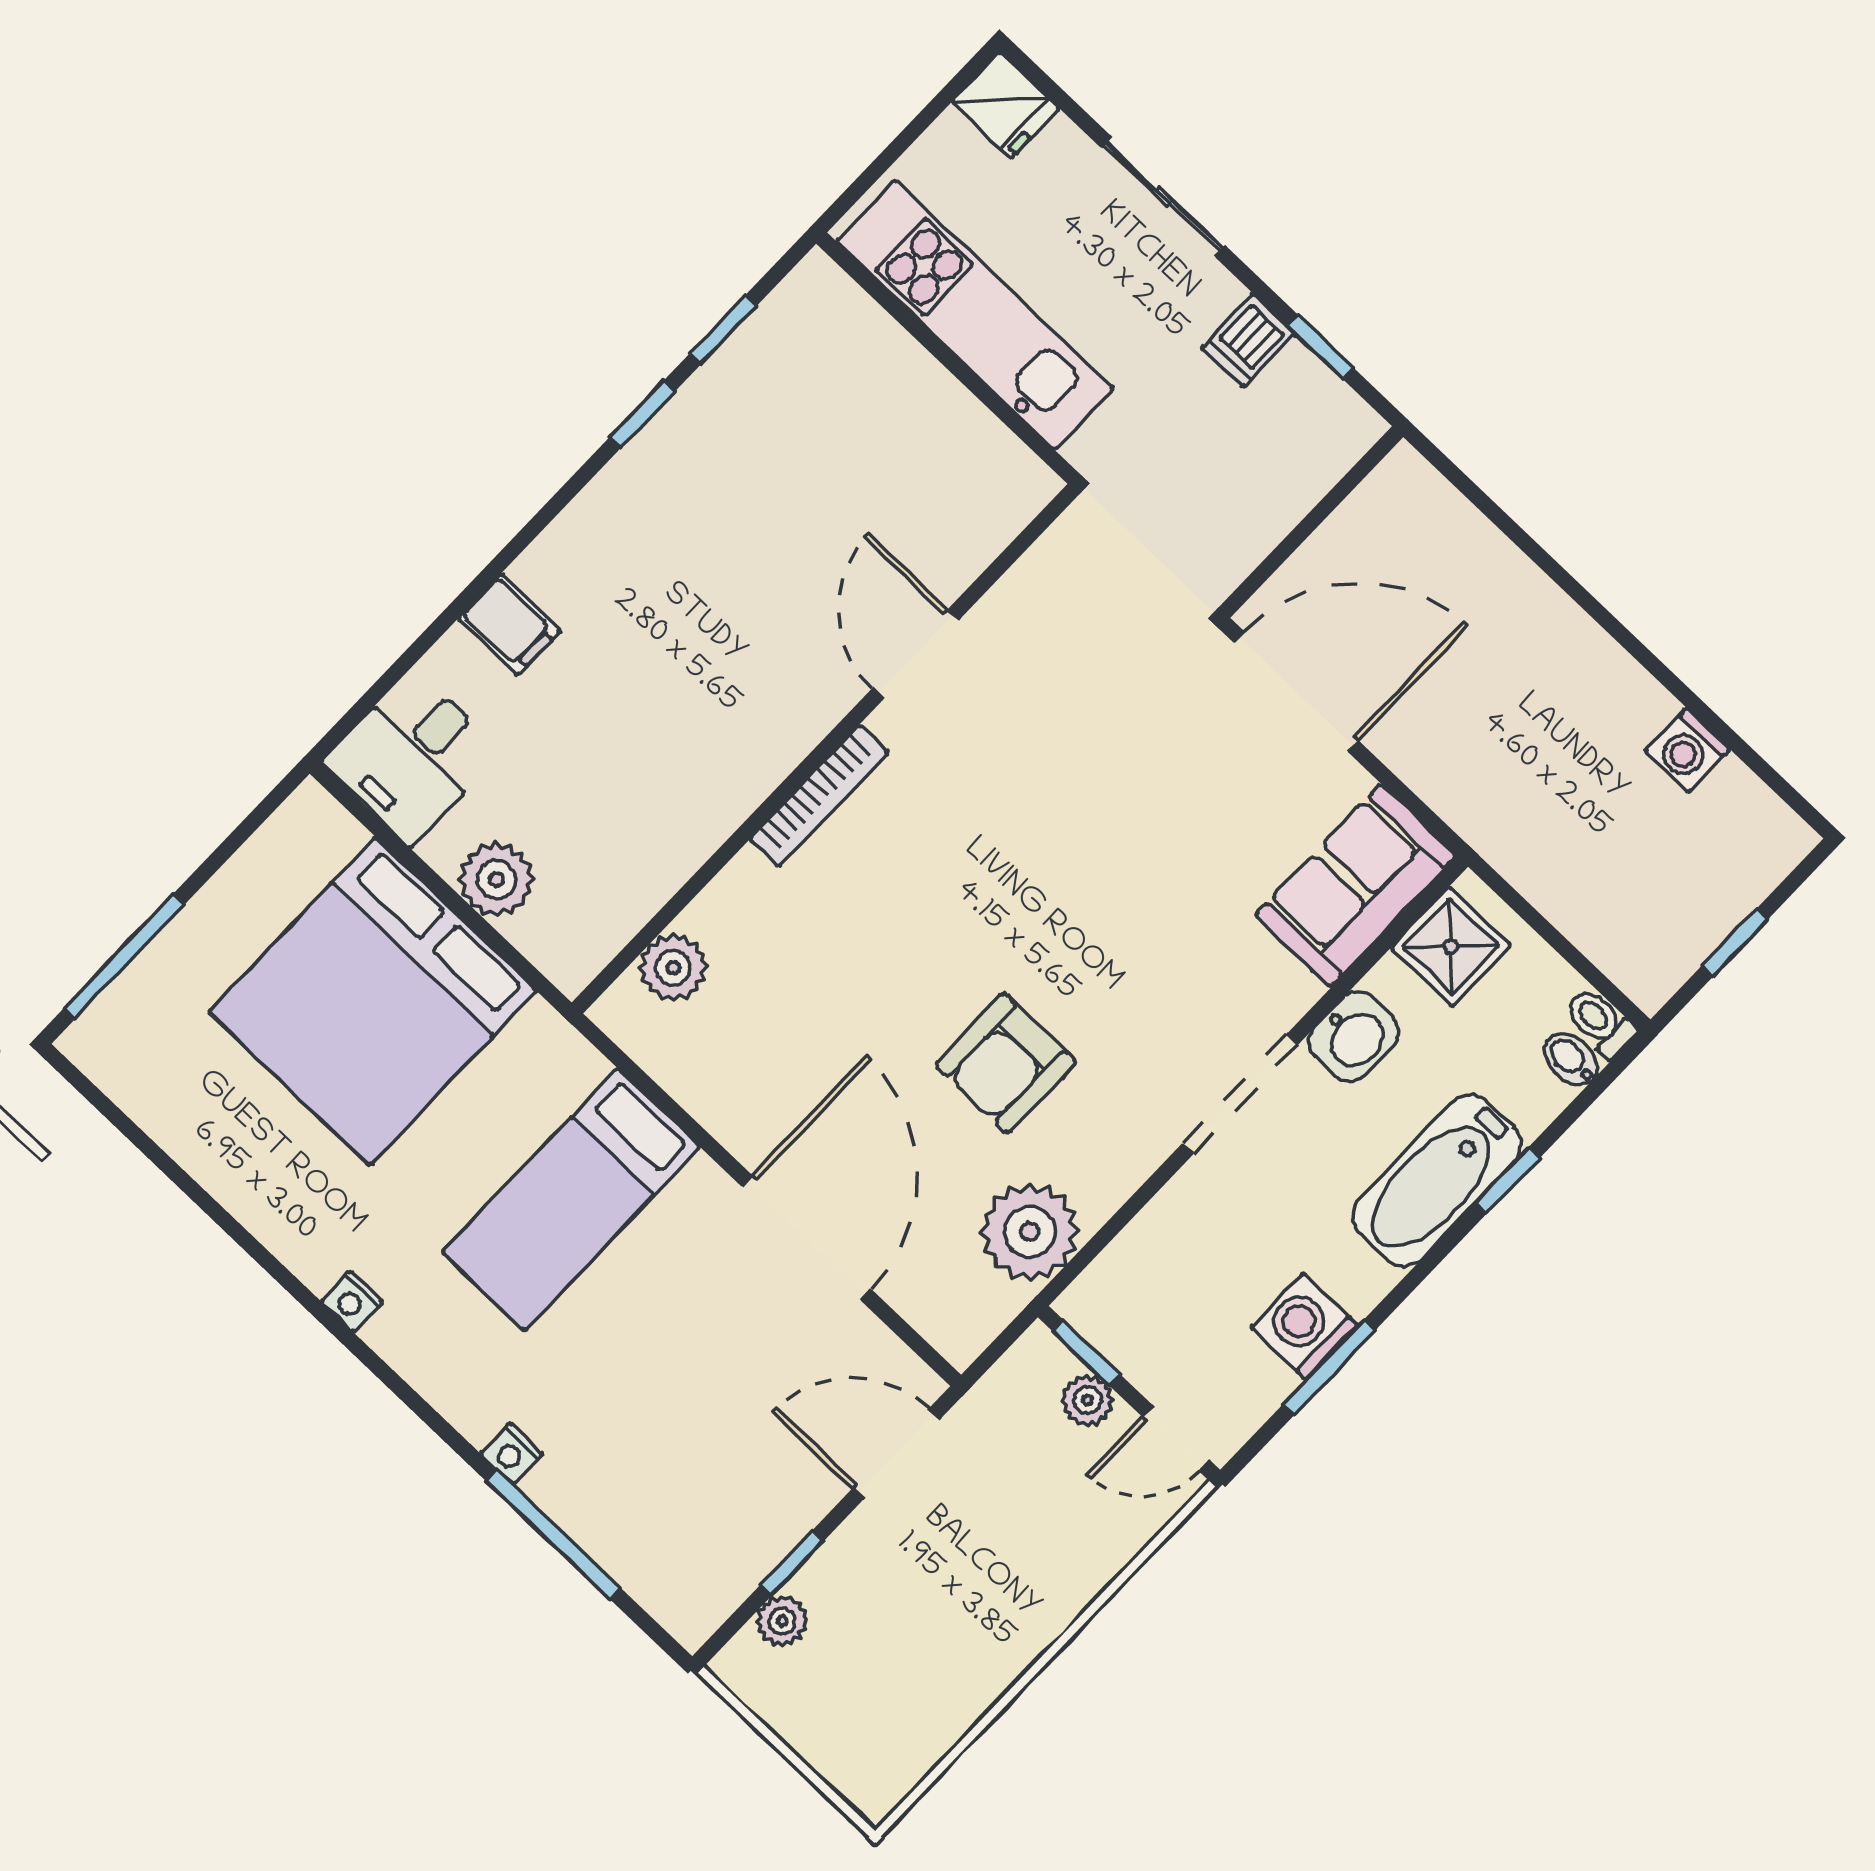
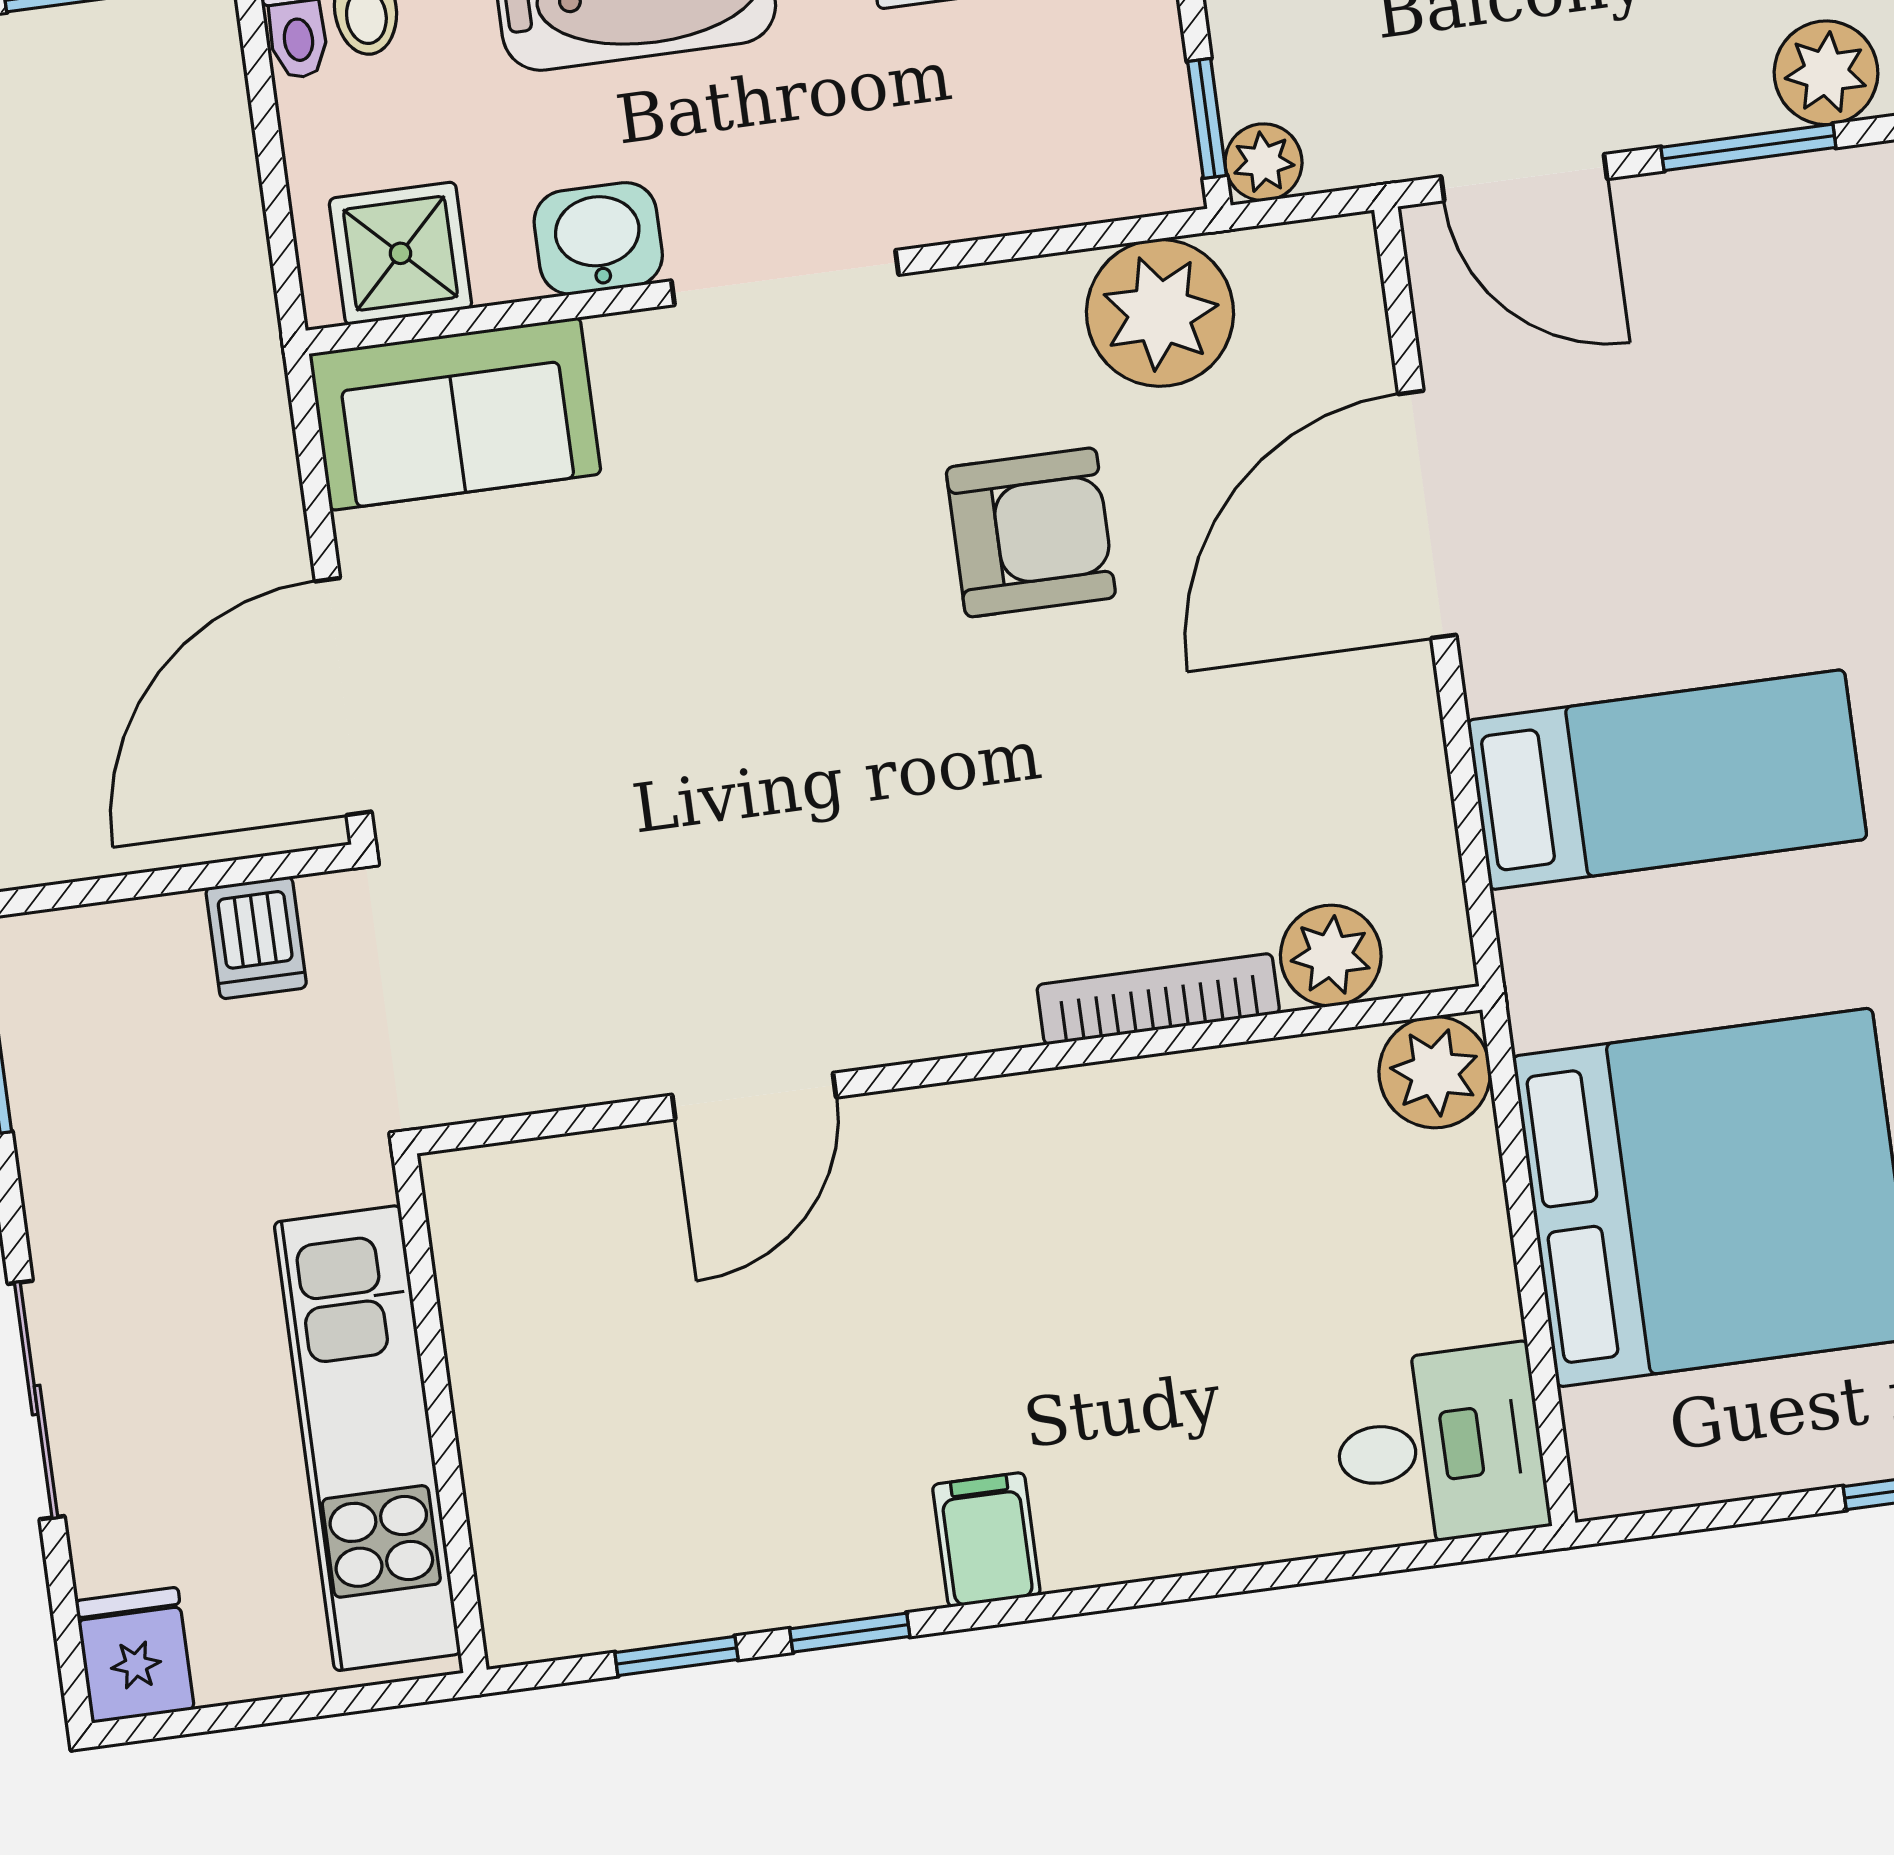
dishwasher: (1248, 341) -> (256, 938), moved, turned 90
filing cabinet: (509, 624) -> (986, 1540), moved
door: (1296, 692) -> (343, 697), hinge flipped
bookcase: (819, 796) -> (1158, 999), moved
plant: (496, 879) -> (1435, 1072), moved
plant: (1088, 1400) -> (1264, 162), moved
window: (792, 1563) -> (1748, 147), width x1.50
plant: (782, 1621) -> (1826, 73), width x1.38, depth x1.38

